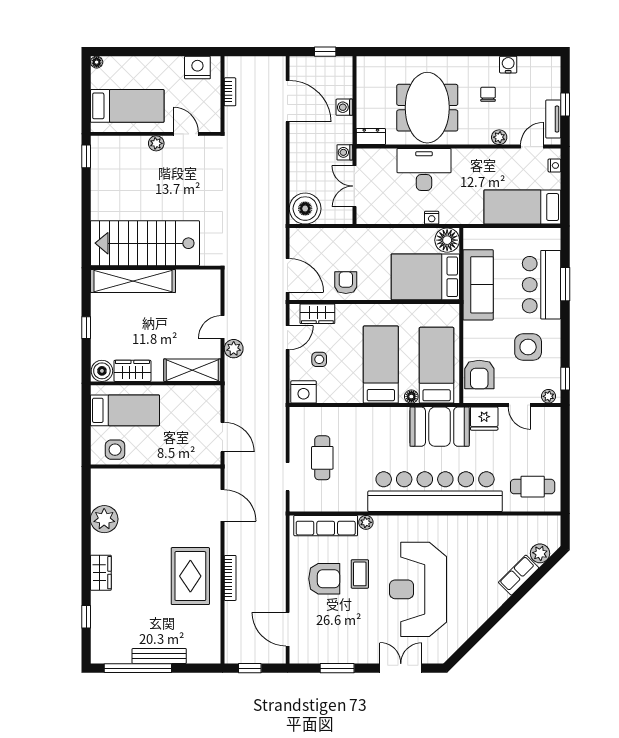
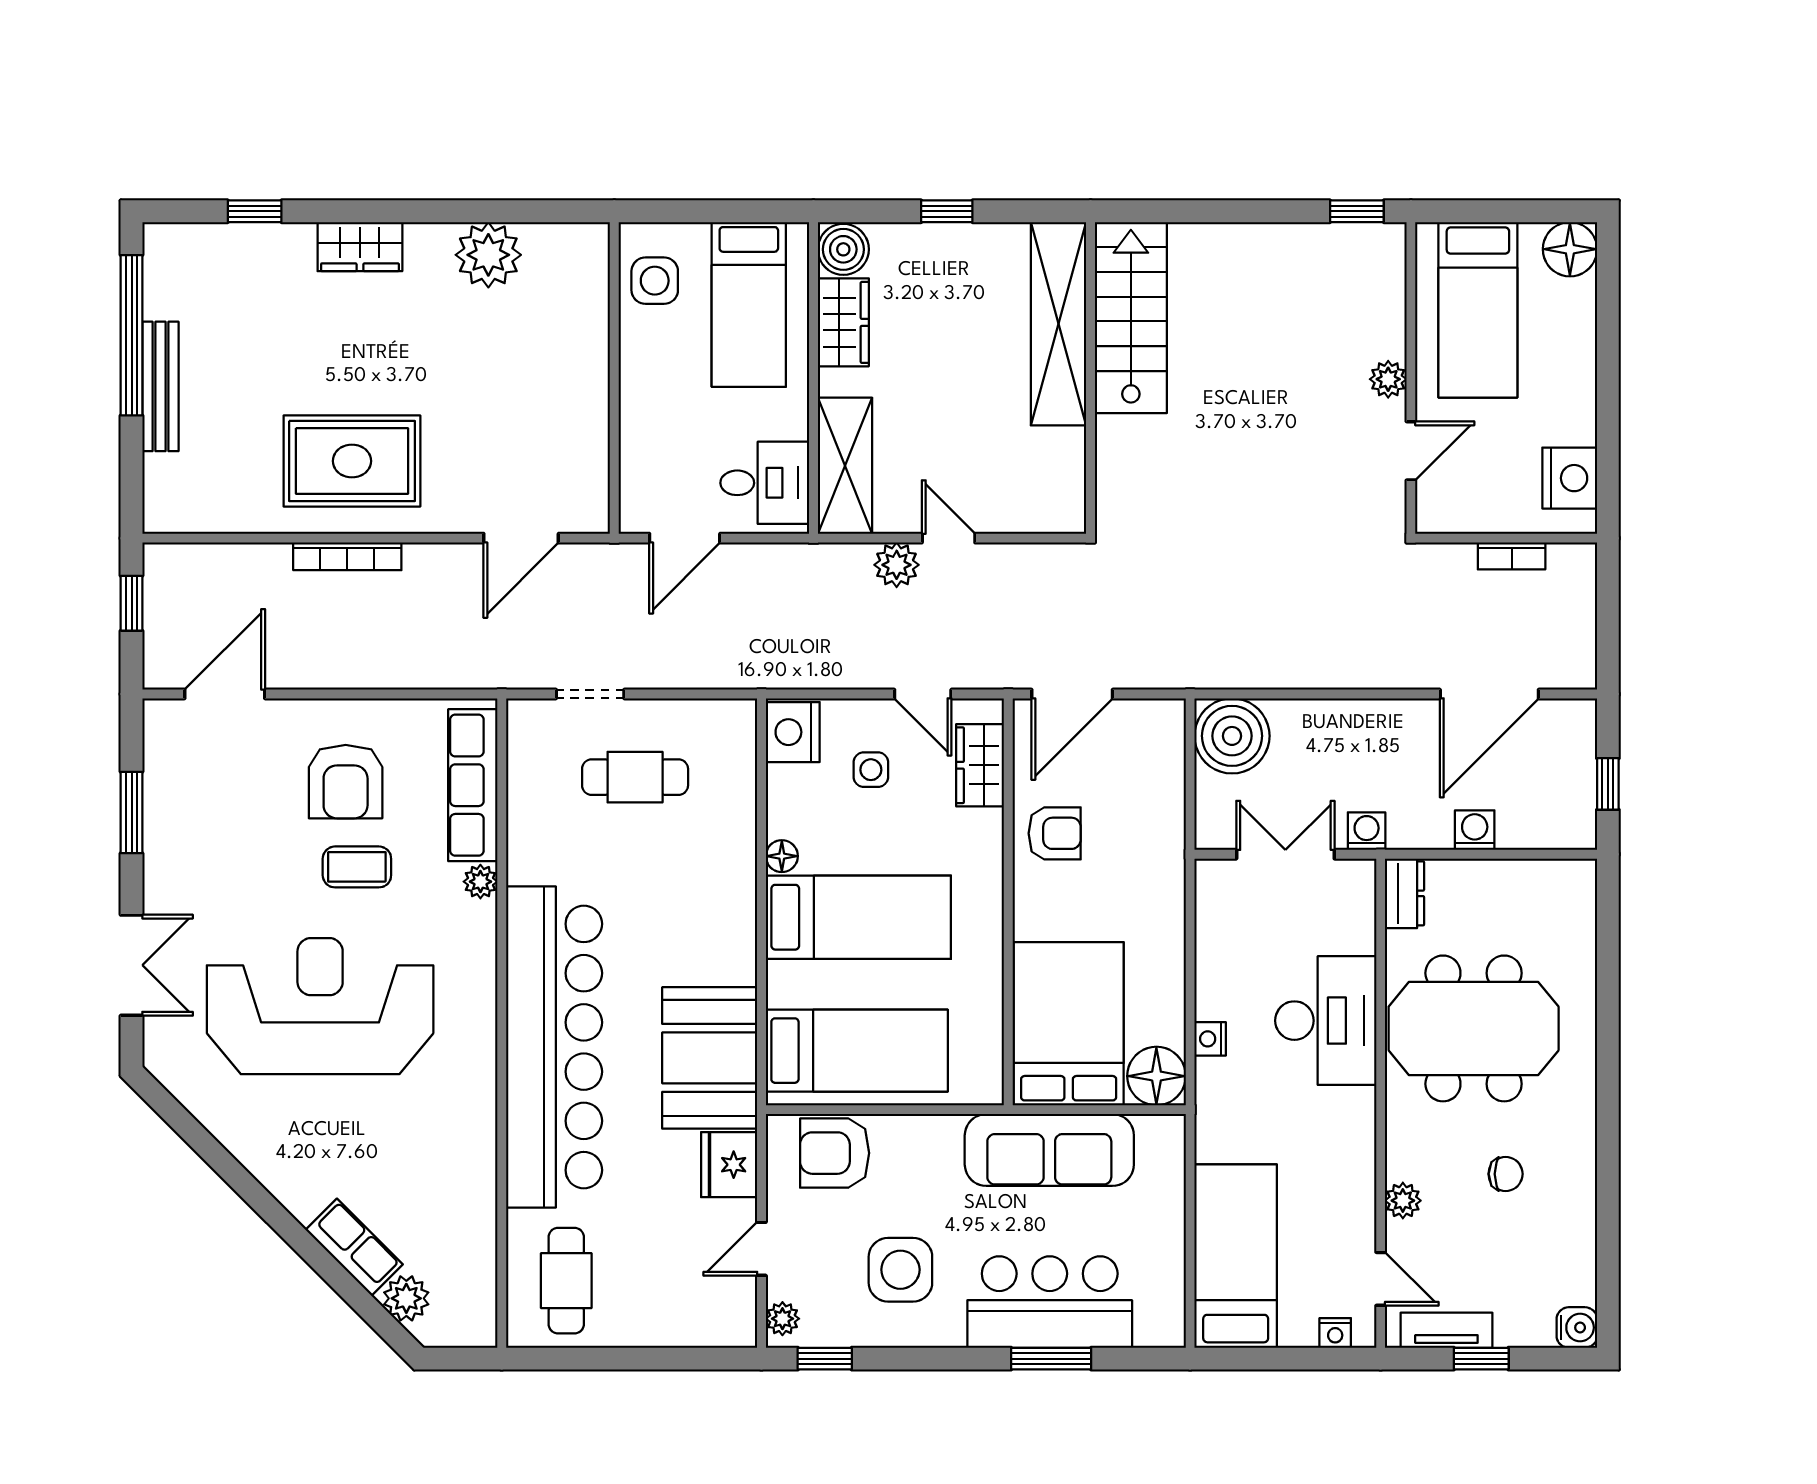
floor lamp: (97, 62) -> (1570, 249), width x1.89, depth x1.89
water cooler: (508, 65) -> (1577, 1328), moved
stairs: (145, 243) -> (1131, 318), width x0.73, depth x0.66
floor lamp: (411, 397) -> (782, 856), moved
desk: (199, 404) -> (765, 483), added

